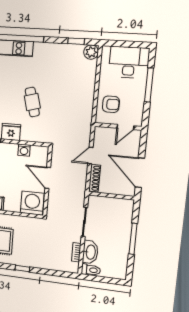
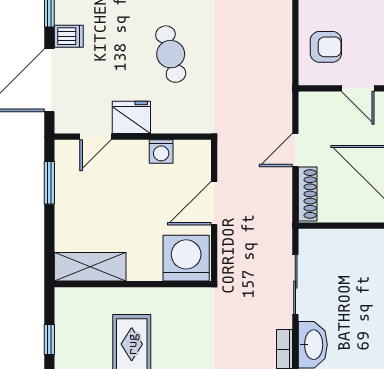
door: (125, 127) -> (358, 88), hinge flipped
door: (48, 178) -> (214, 203), hinge flipped

